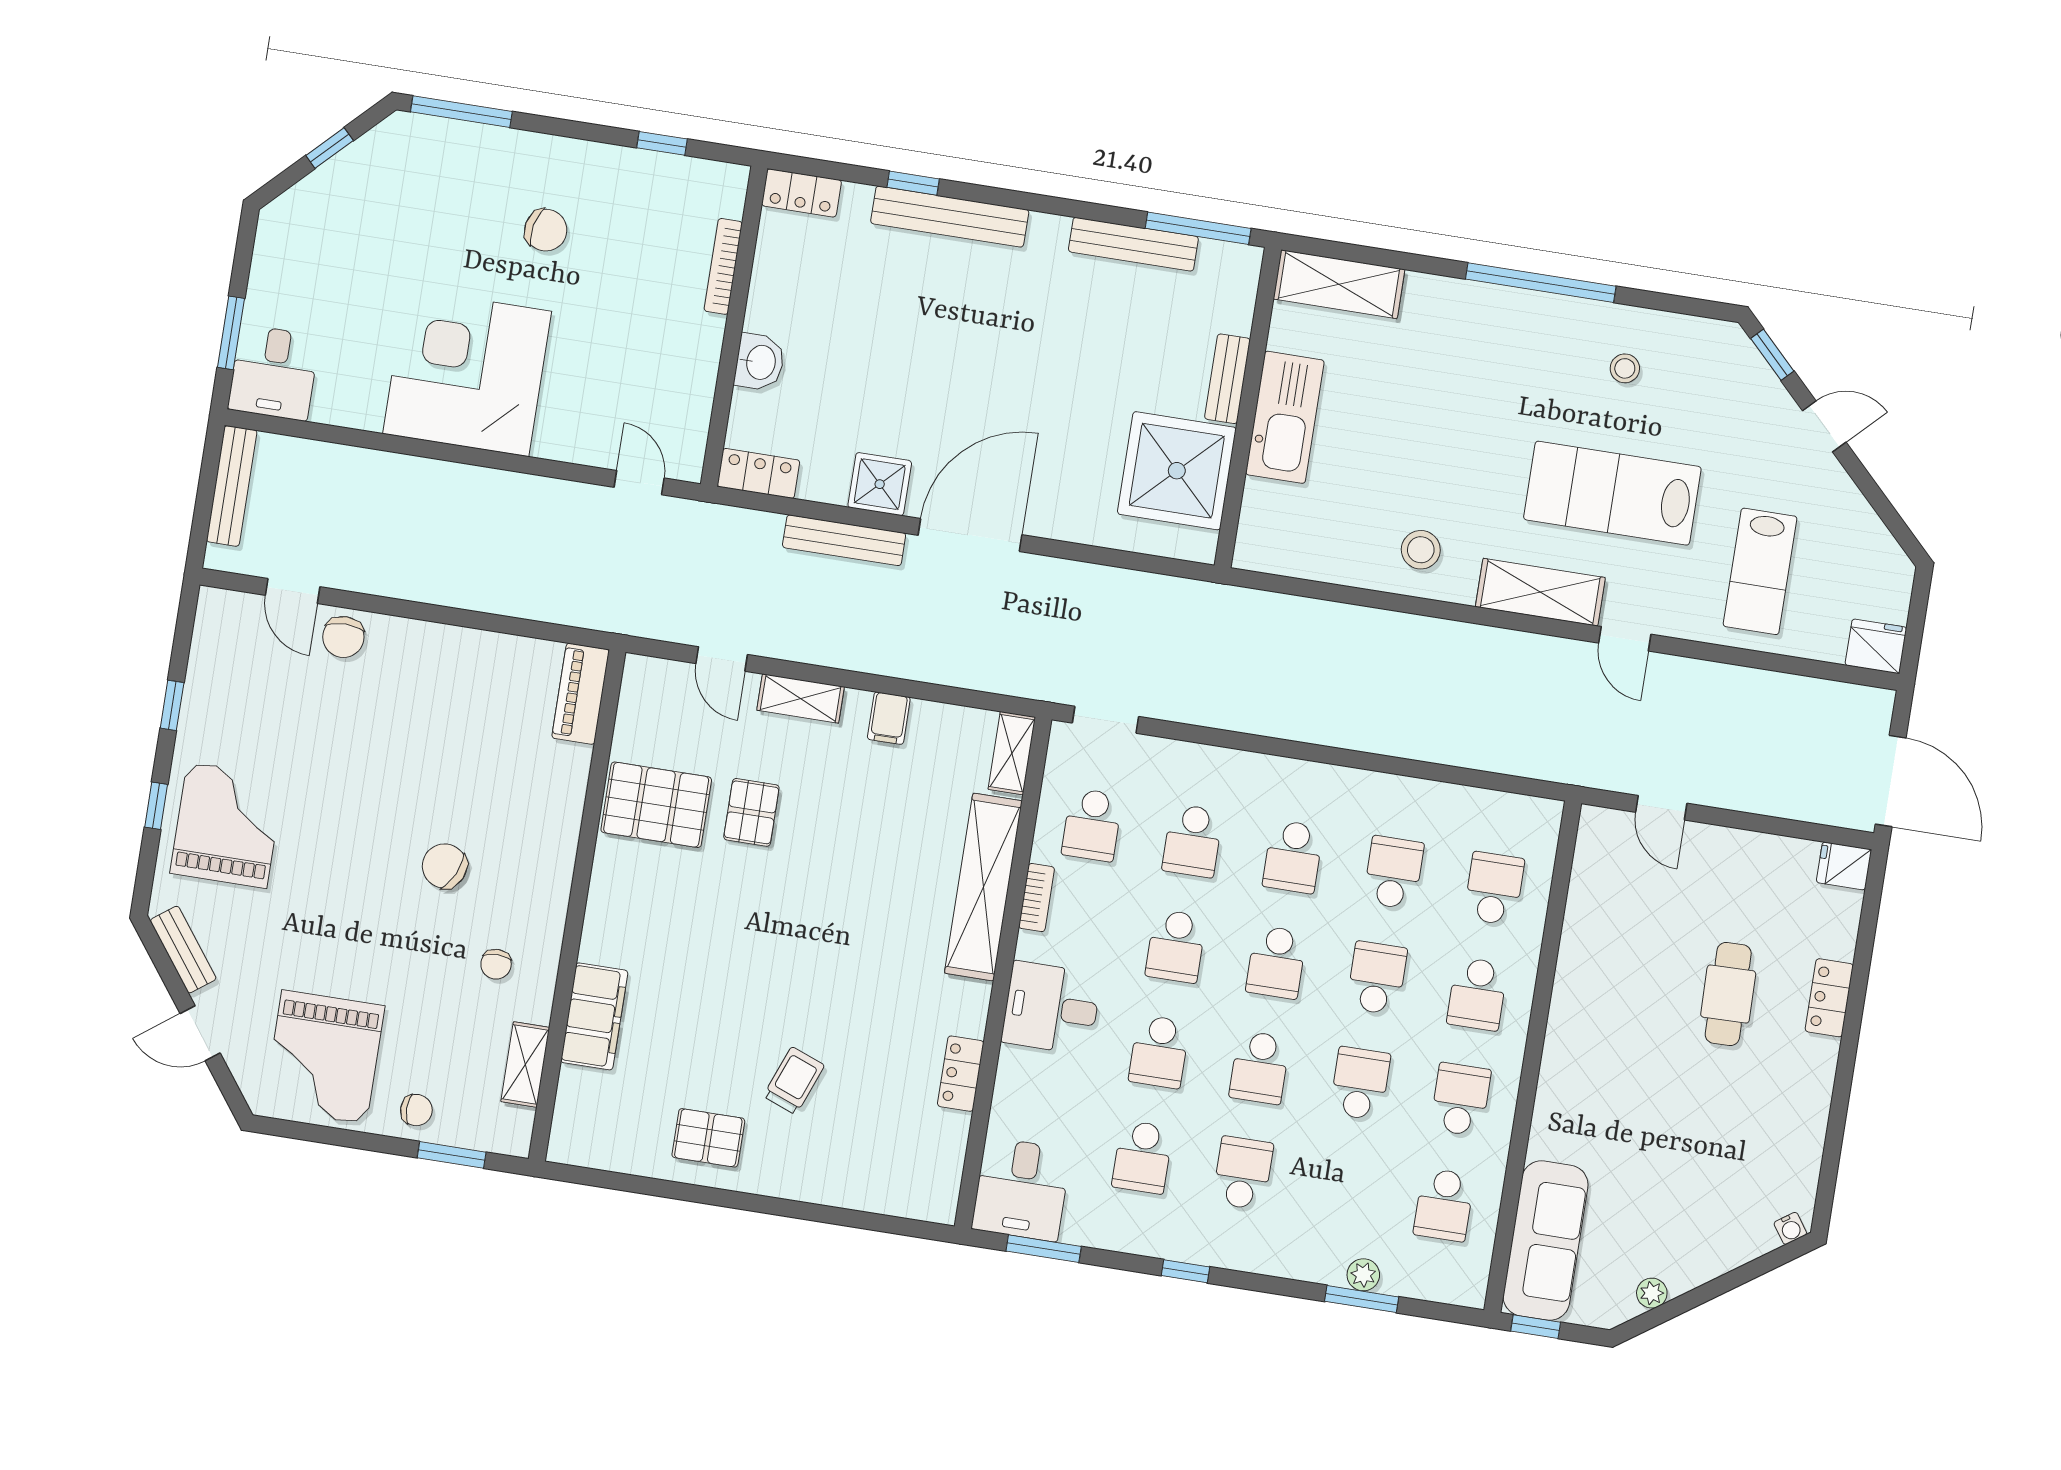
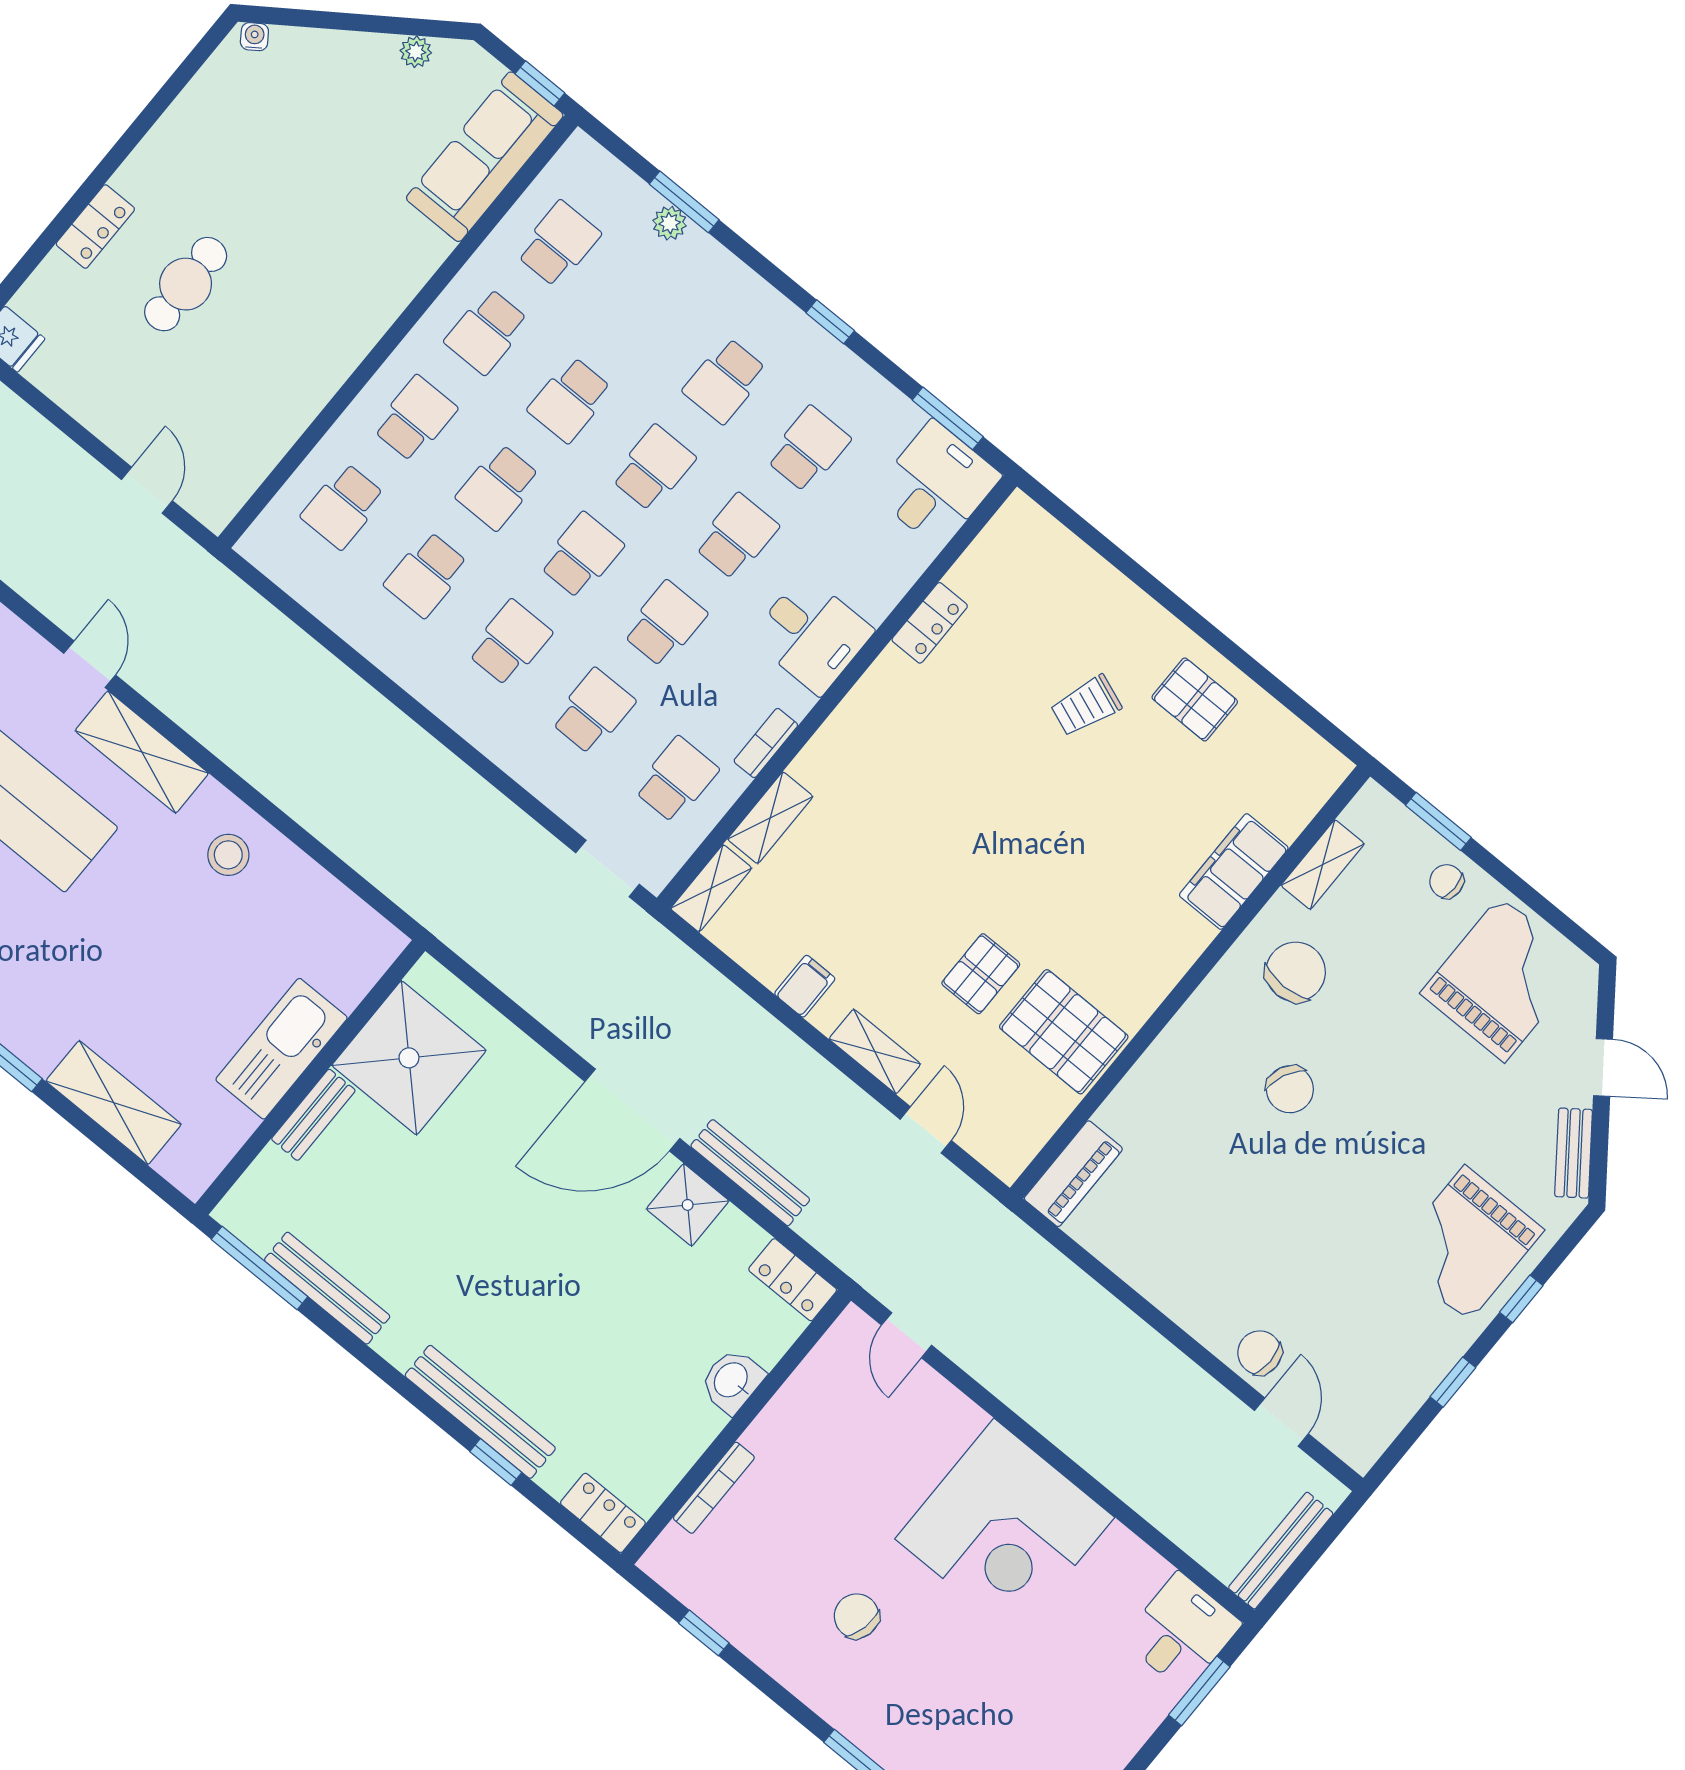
shelving: (1339, 284) -> (114, 1103), moved
chair: (343, 637) -> (1260, 1353), turned -90
shelving: (983, 887) -> (770, 818), width x0.45, depth x0.75
chair: (496, 964) -> (1296, 972), width x1.87, depth x1.87

